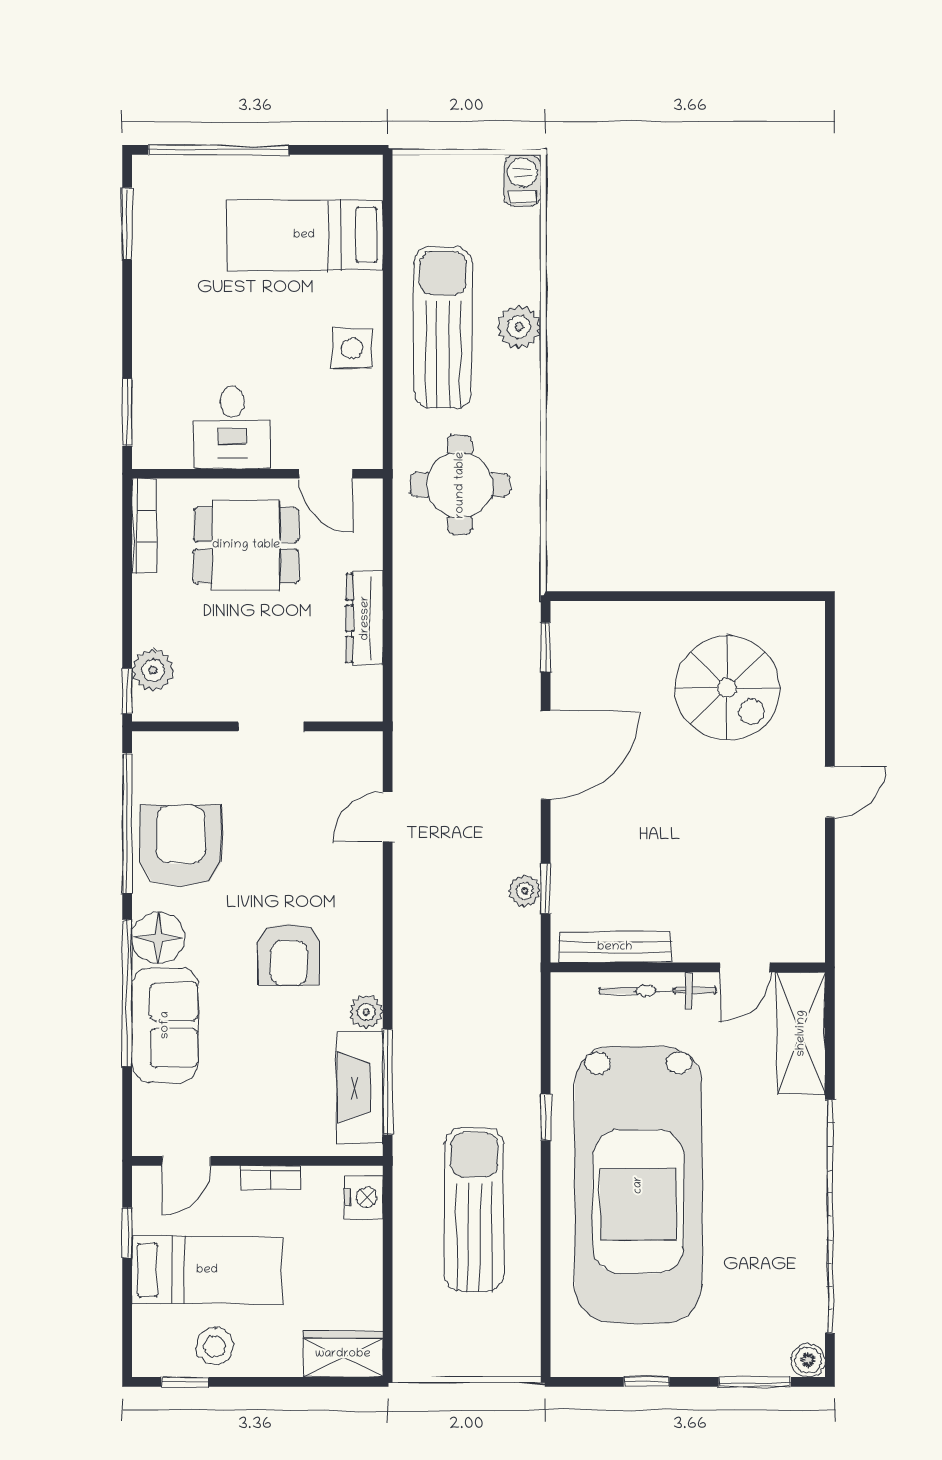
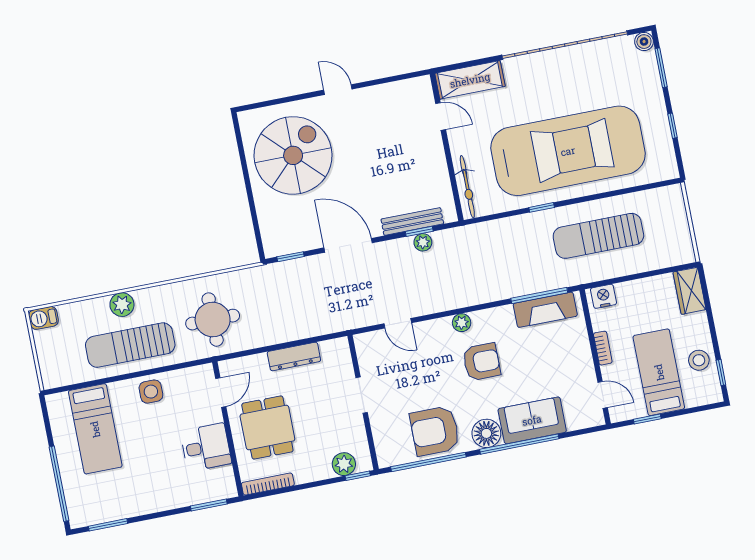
spiral stairs: (727, 688) -> (293, 155), width x1.37, depth x1.37
bench: (615, 947) -> (412, 221), moved, turned 90
bicycle: (658, 991) -> (467, 187), moved
plant: (366, 1012) -> (462, 323), moved

